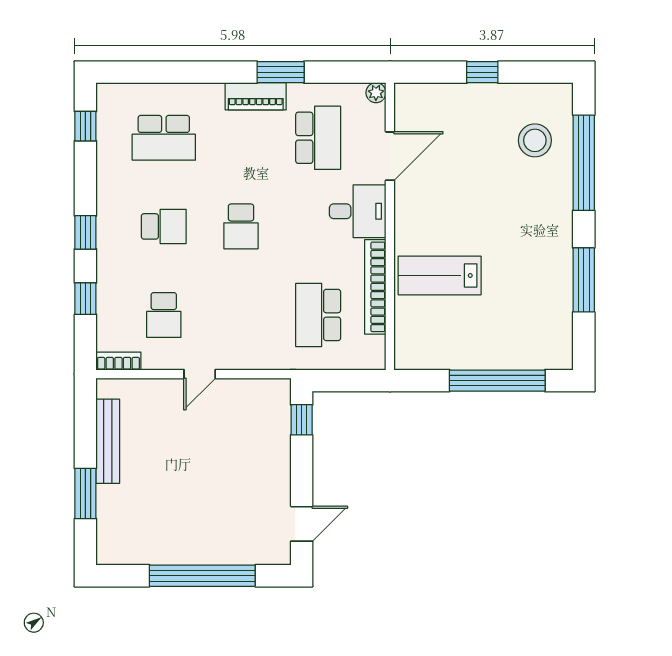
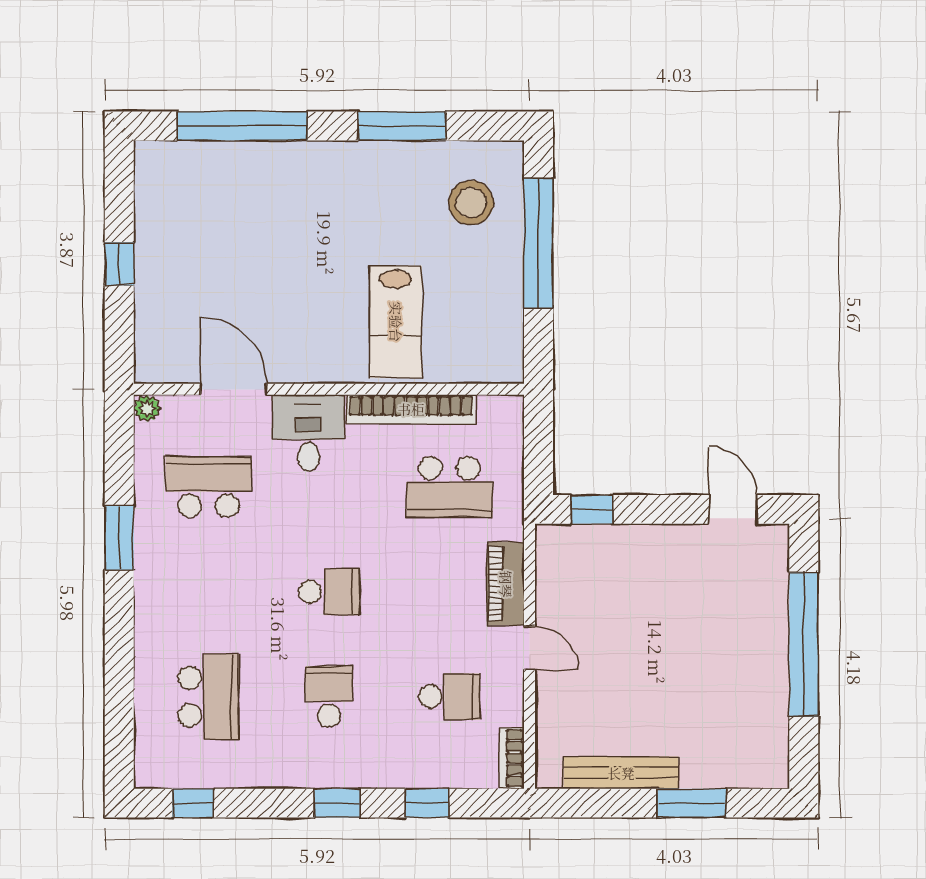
piano: (256, 96) -> (506, 584), moved, turned 180
stool: (535, 140) -> (471, 203), moved

